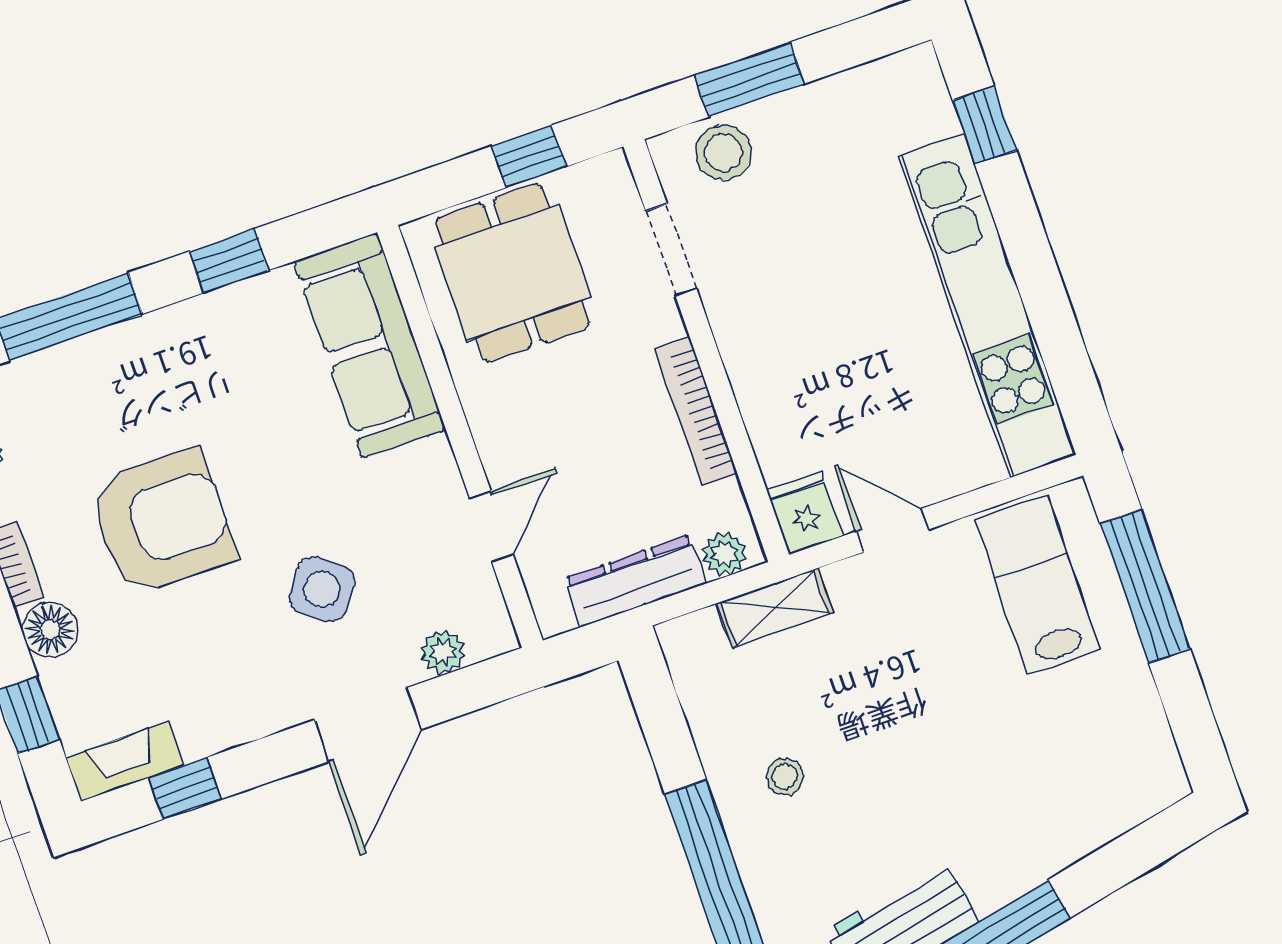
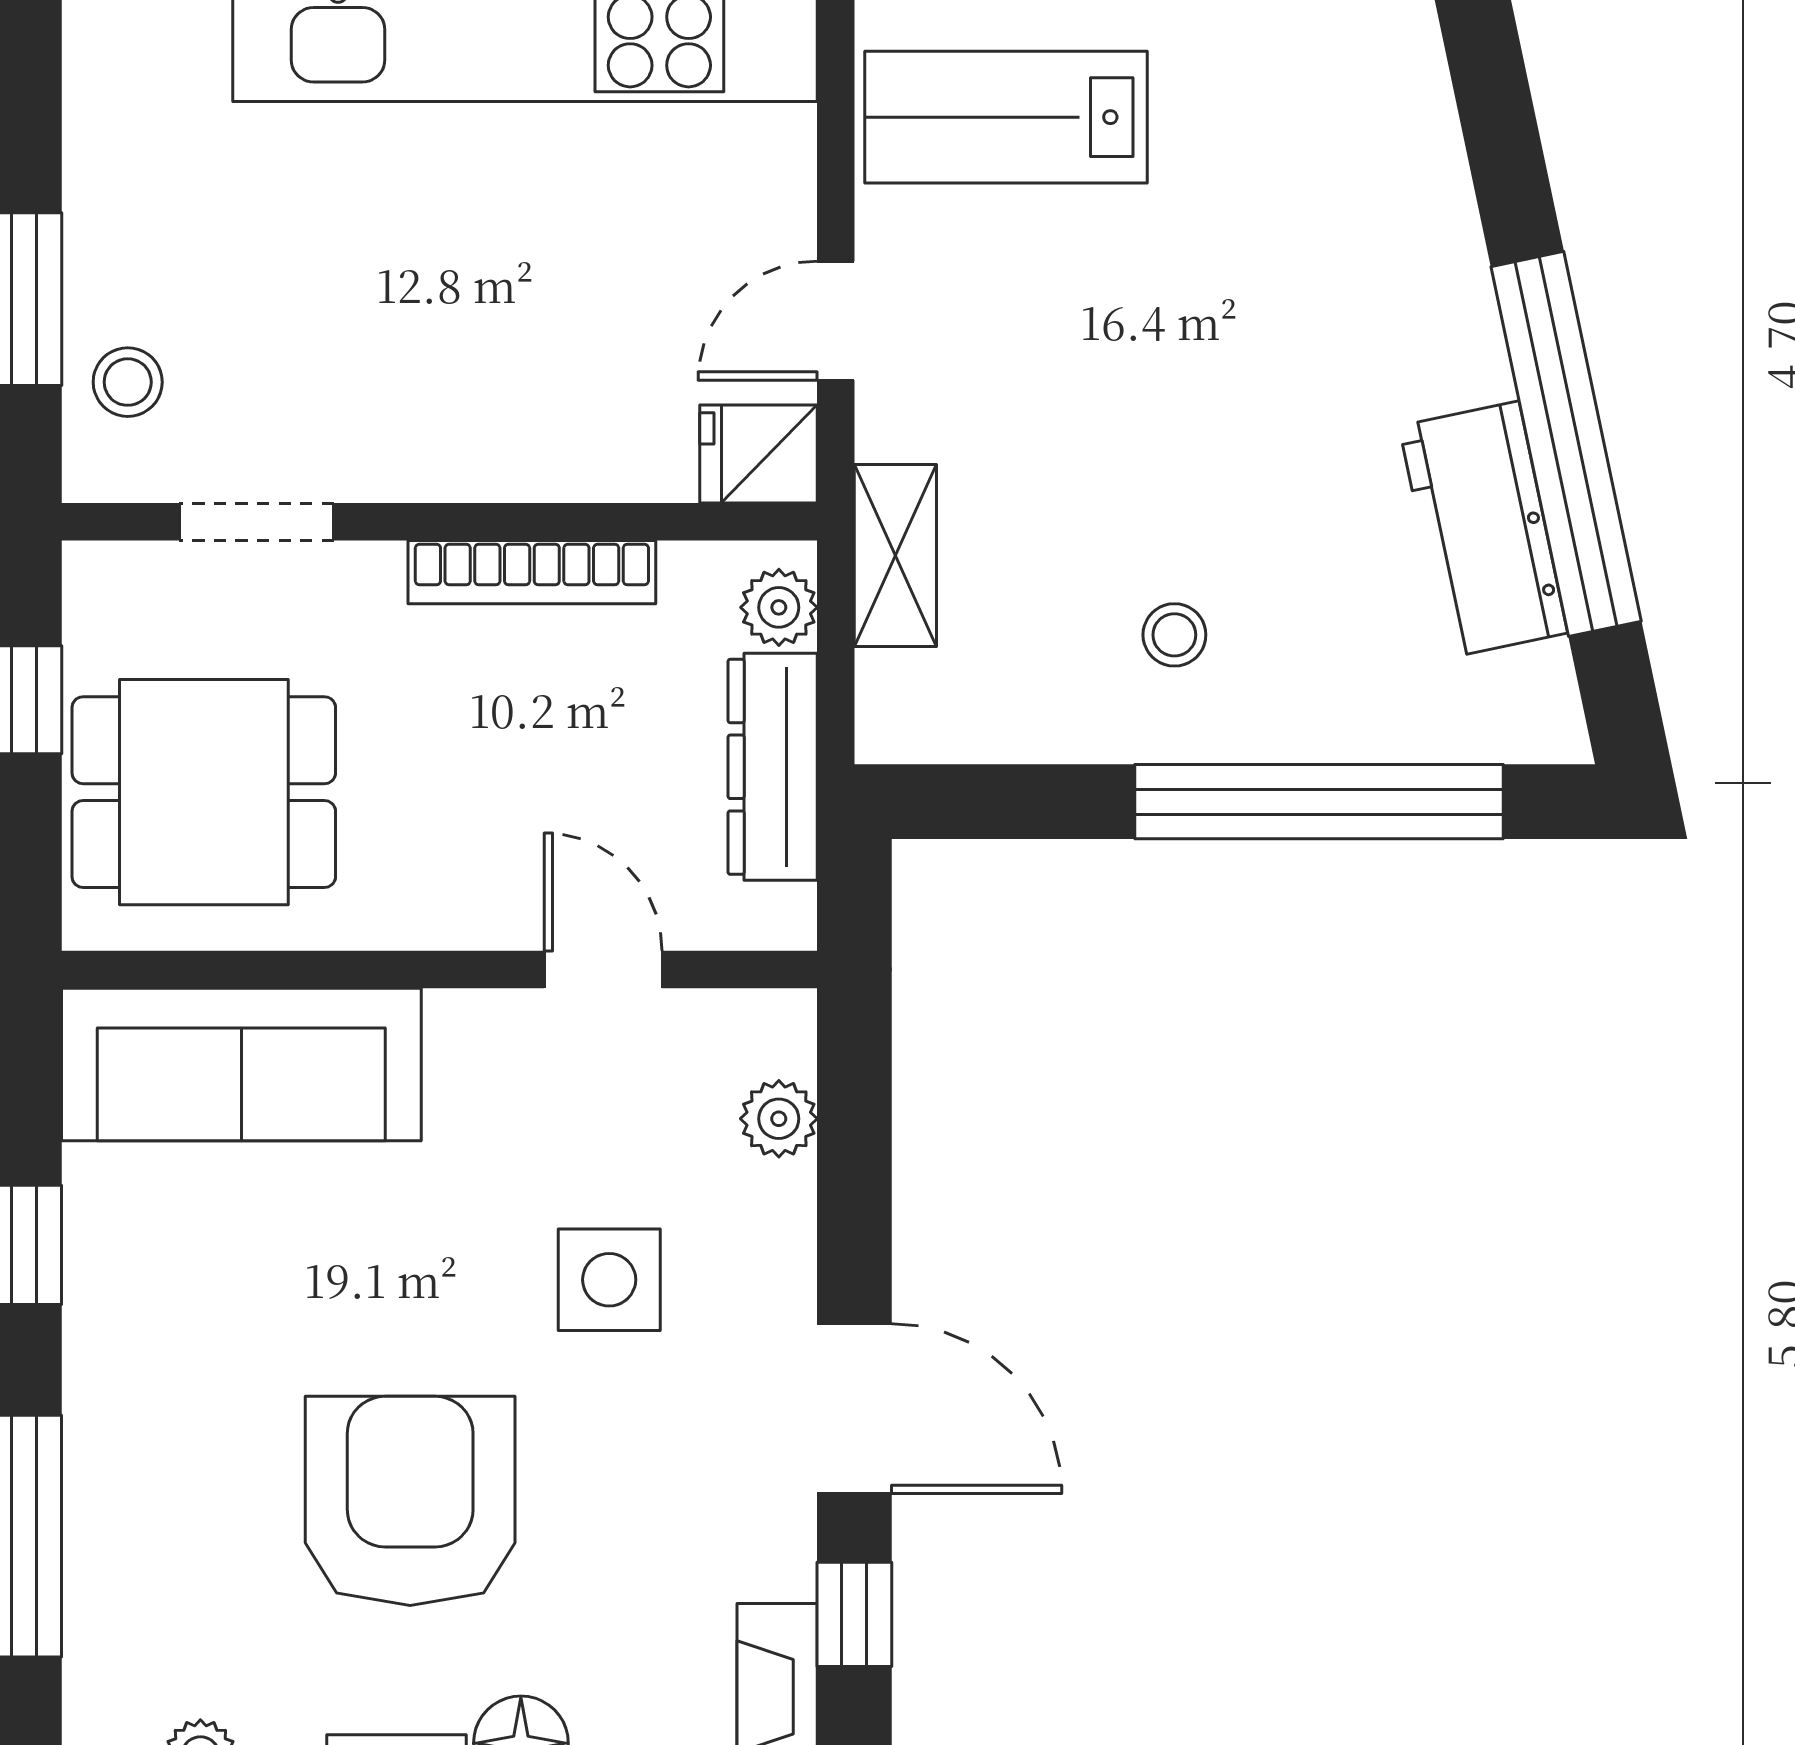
stool: (723, 152) -> (128, 382), width x0.73, depth x0.73
side table: (322, 589) -> (609, 1280), turned -38
door: (368, 725) -> (854, 1409), moved

